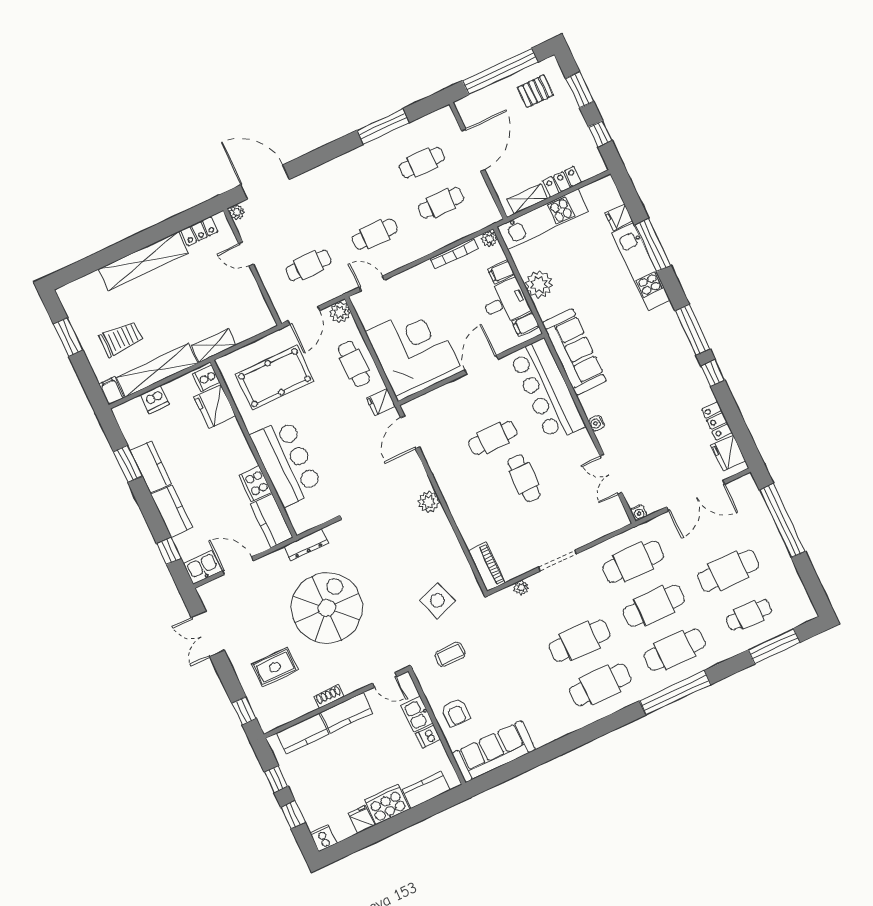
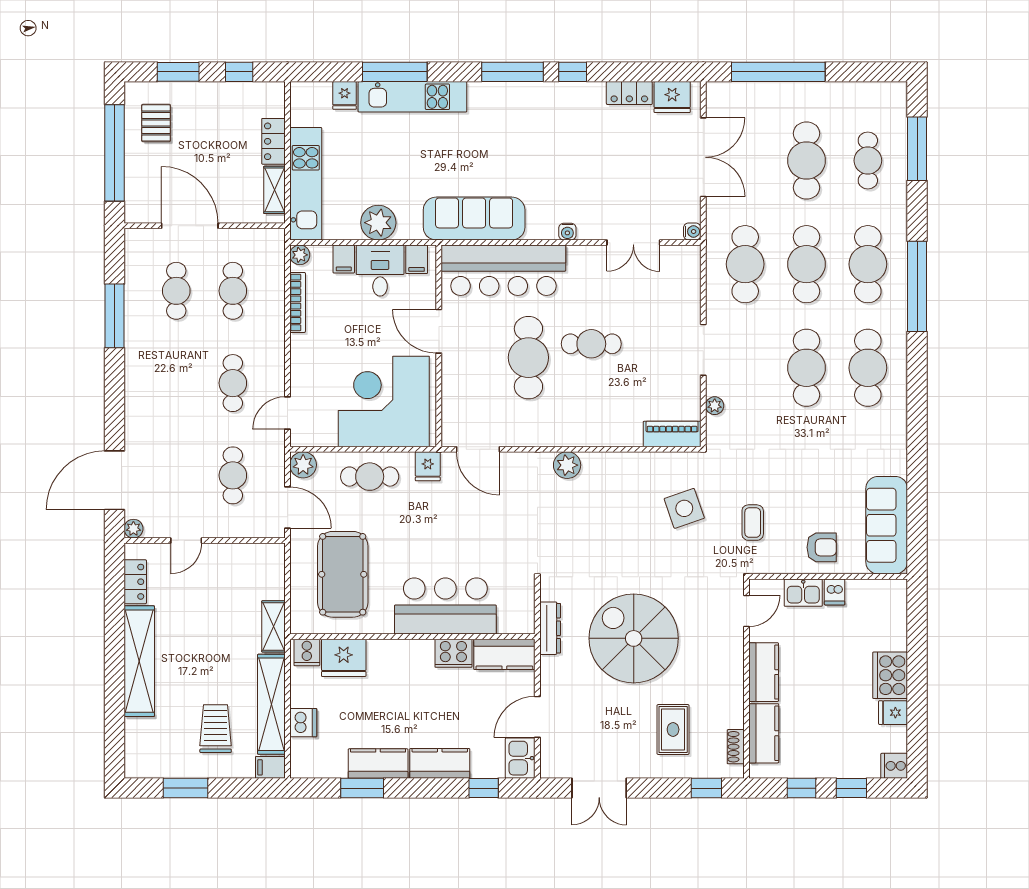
cafe table: (493, 438) -> (528, 358), width x1.37, depth x1.35
shoe rack: (329, 697) -> (736, 747), moved
kitchen counter: (426, 790) -> (894, 623), removed

